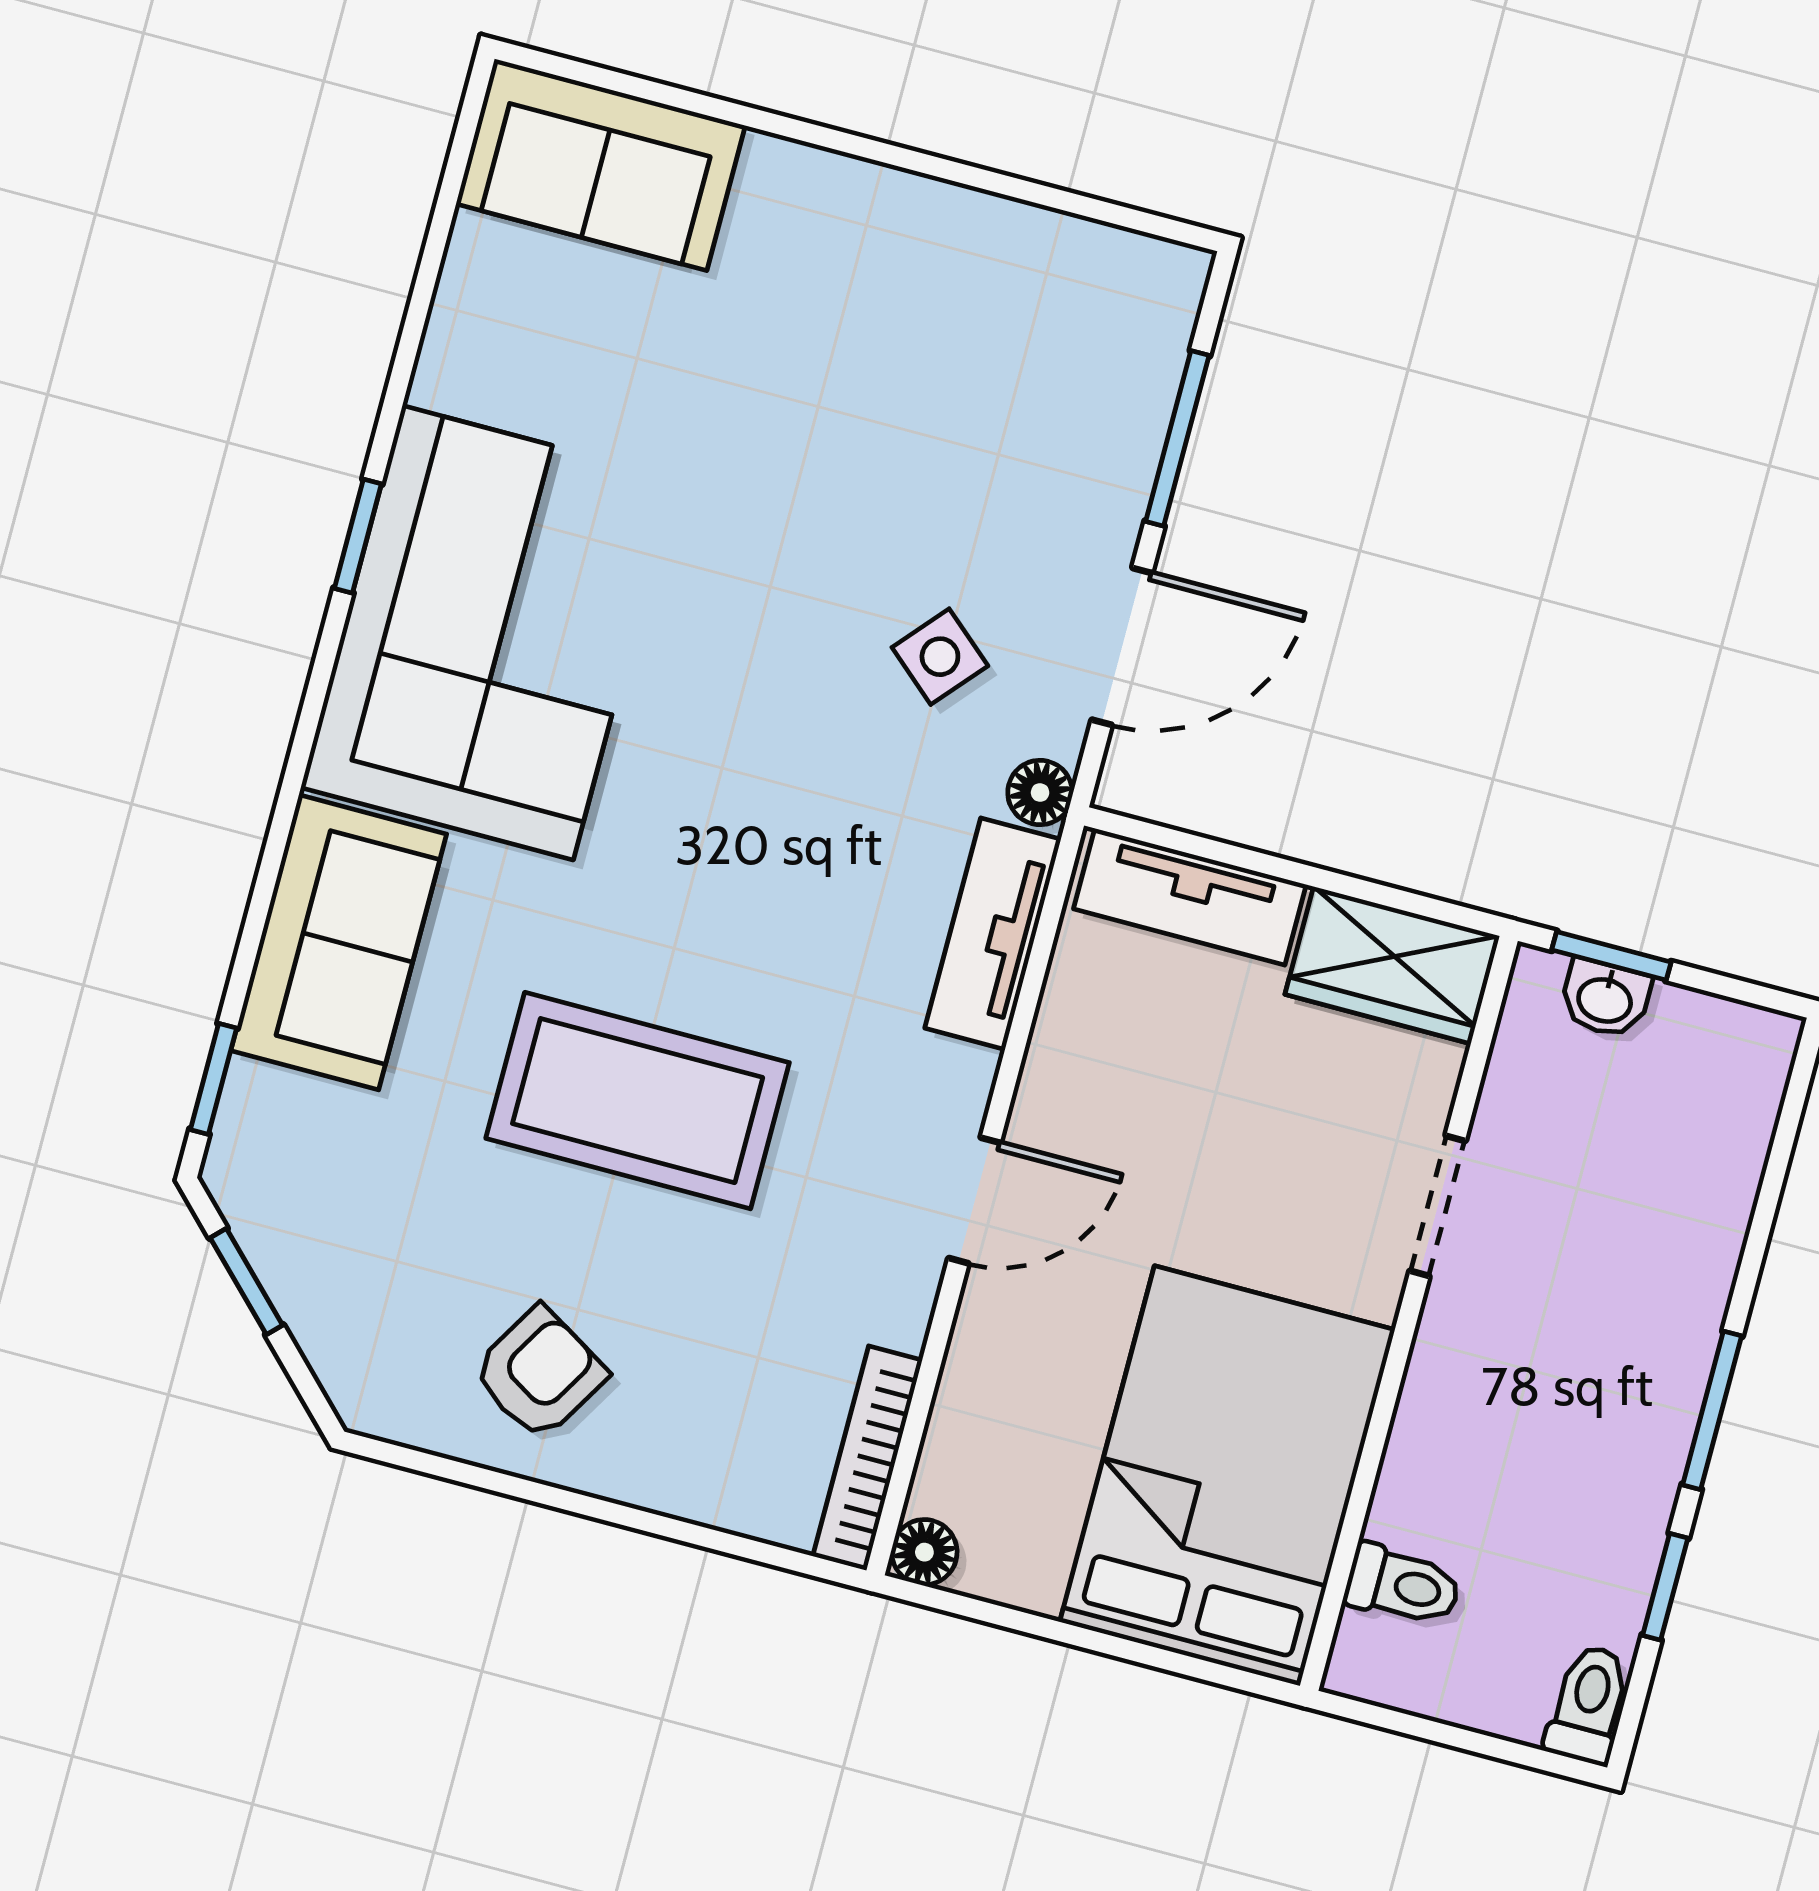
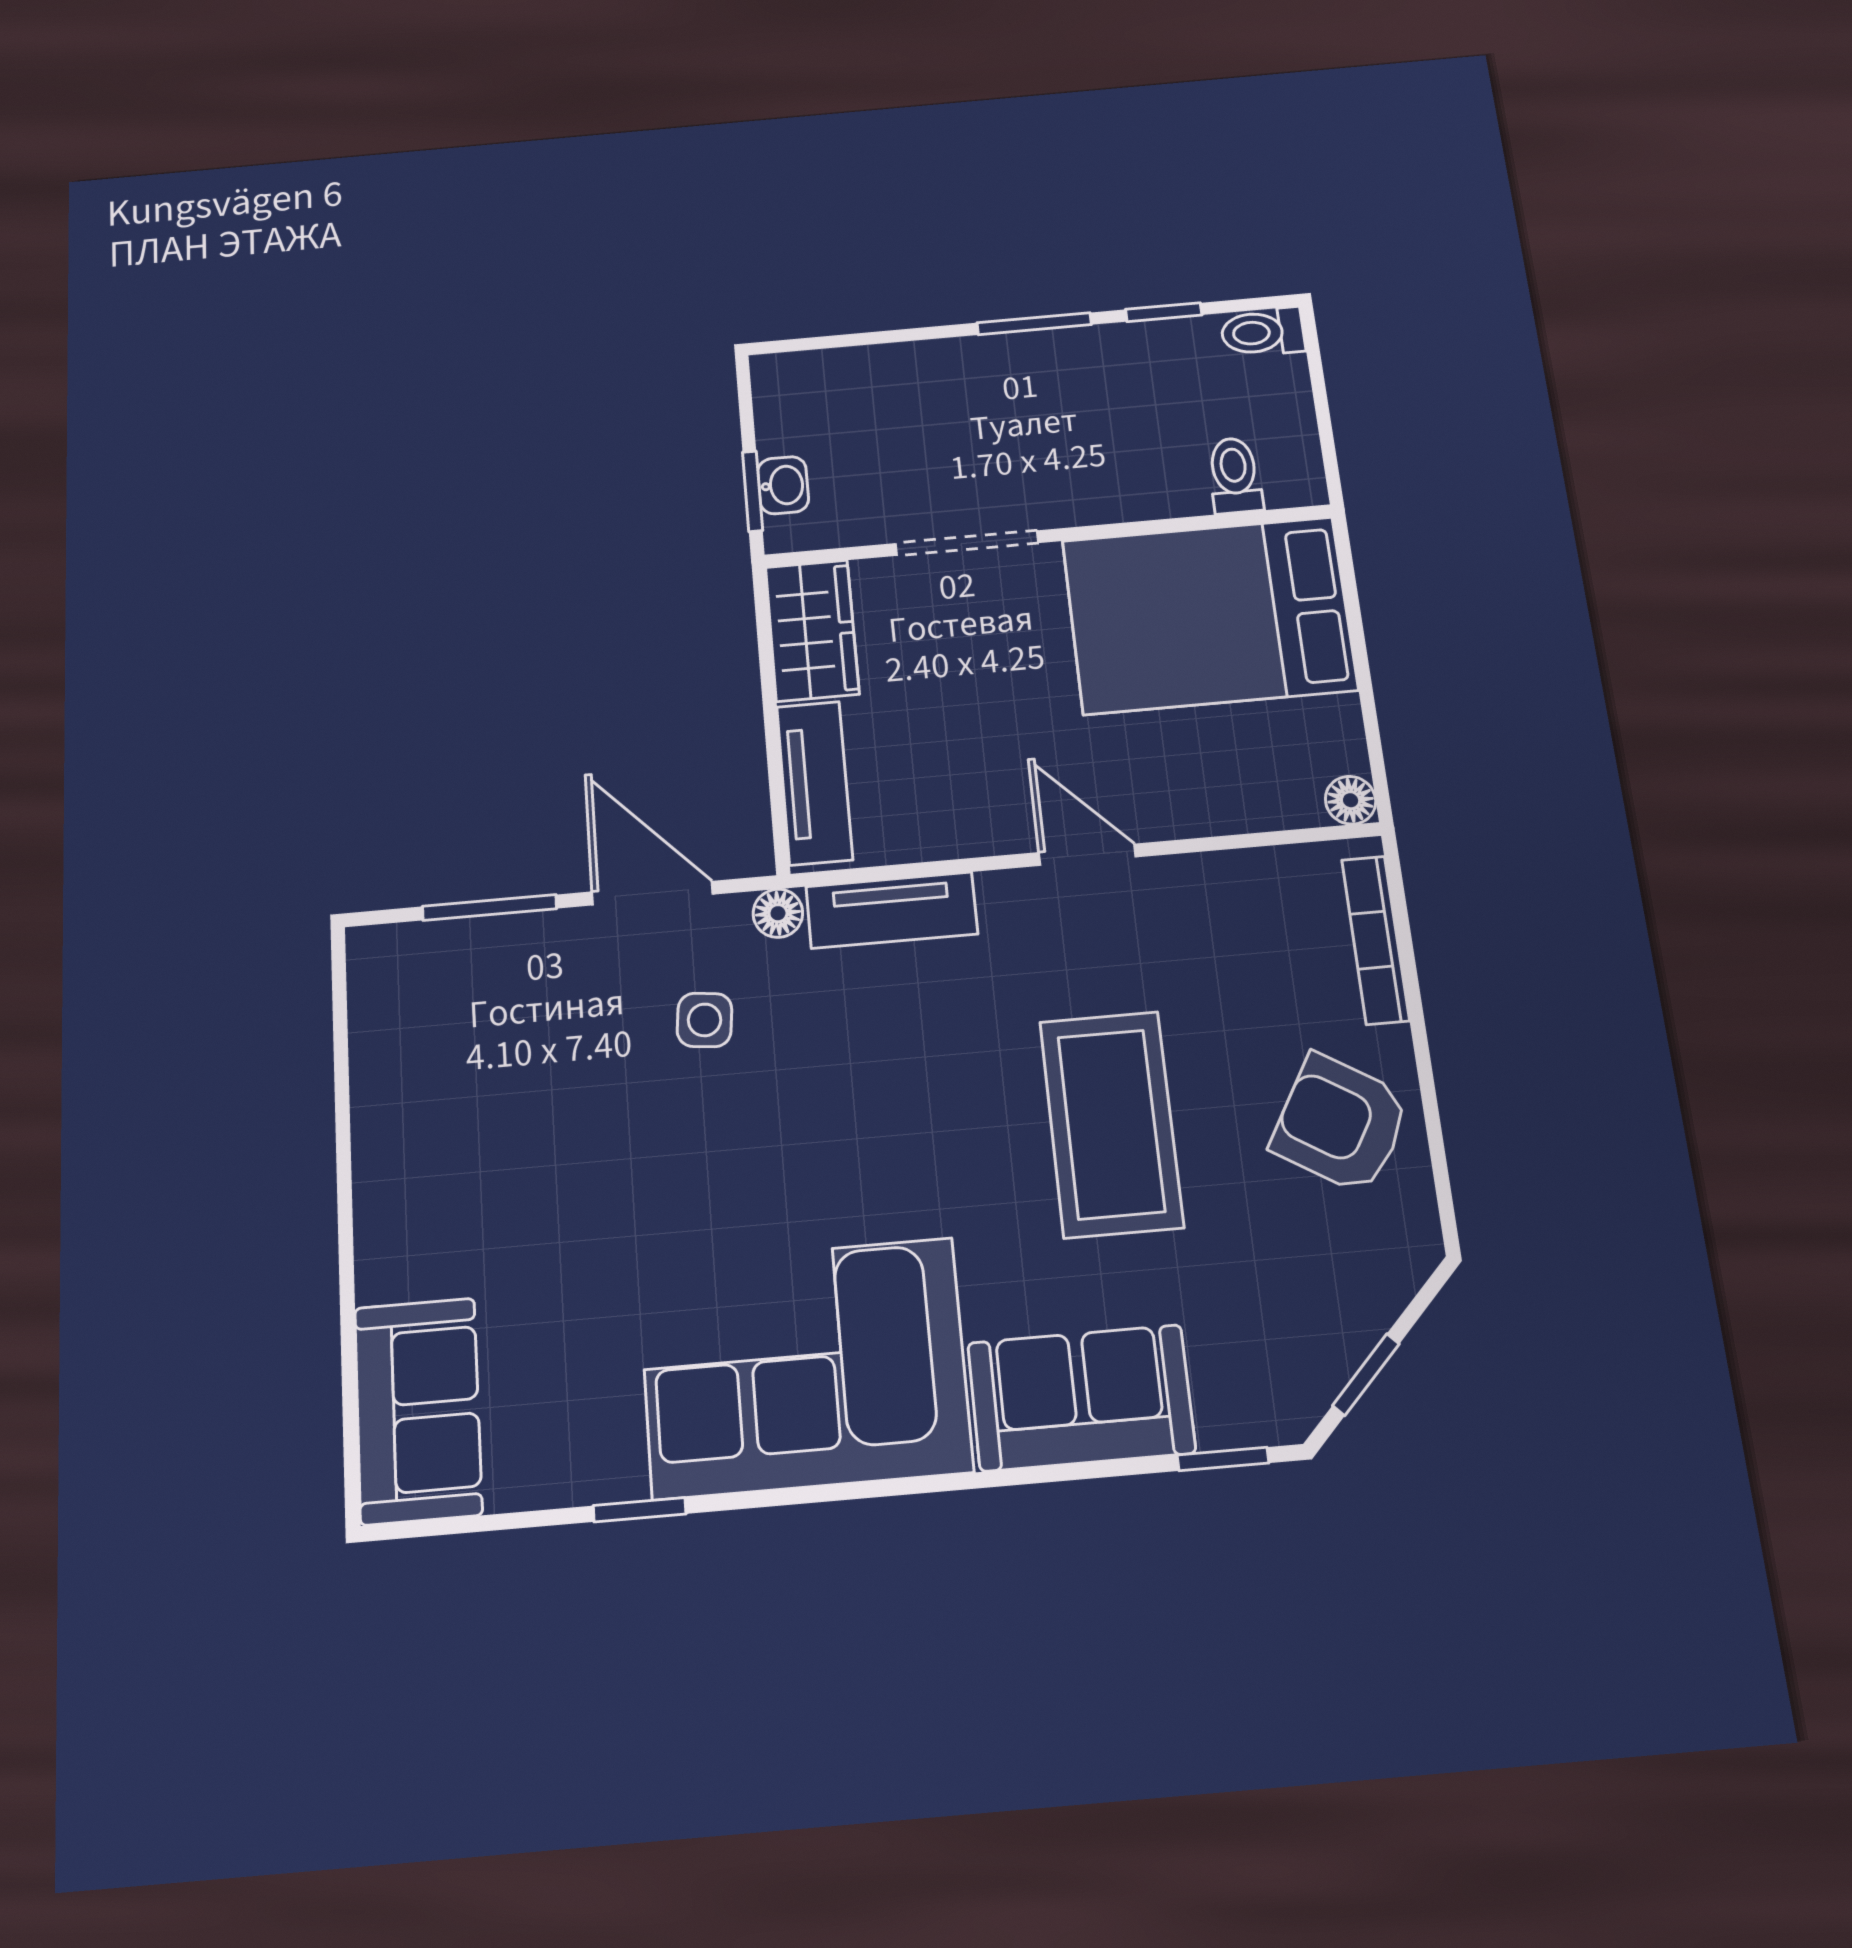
window: (358, 536) -> (640, 1510), moved
side table: (940, 657) -> (705, 1020), turned -35
doorway: (1438, 1206) -> (967, 543), width x1.38
armchair: (539, 1373) -> (1341, 1124), width x1.38, depth x1.38
bookcase: (867, 1458) -> (1375, 940), moved, turned 90

